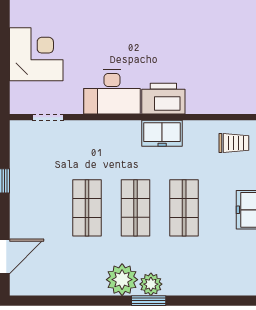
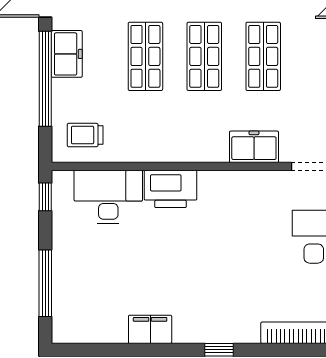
desk: (112, 92) -> (108, 197), moved
freezer: (162, 133) -> (254, 147), moved

